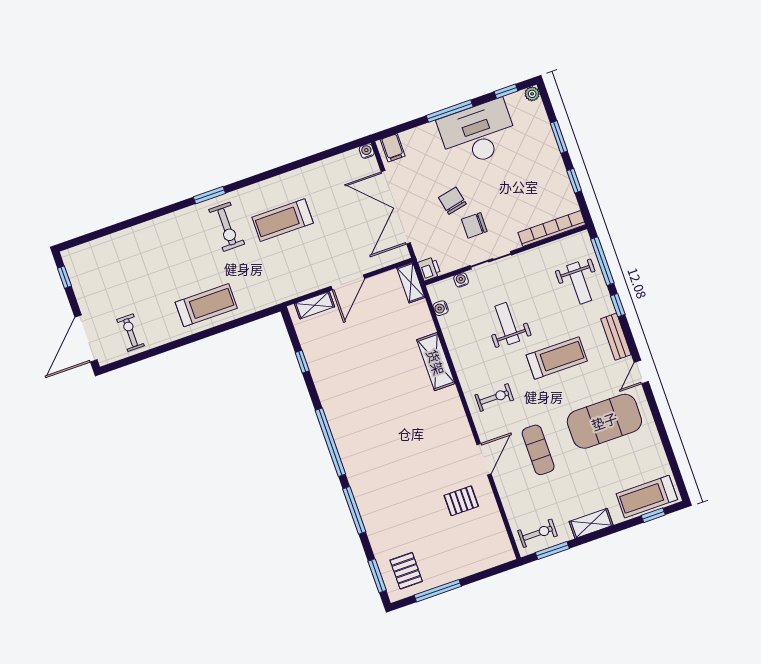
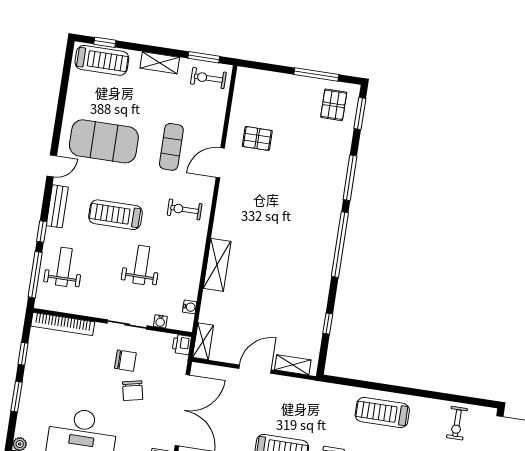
weight bench: (507, 324) -> (141, 265), turned 180

